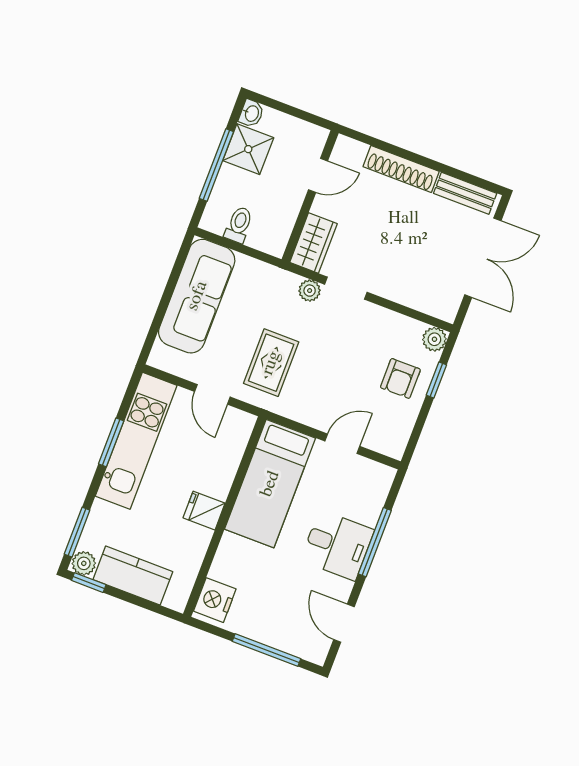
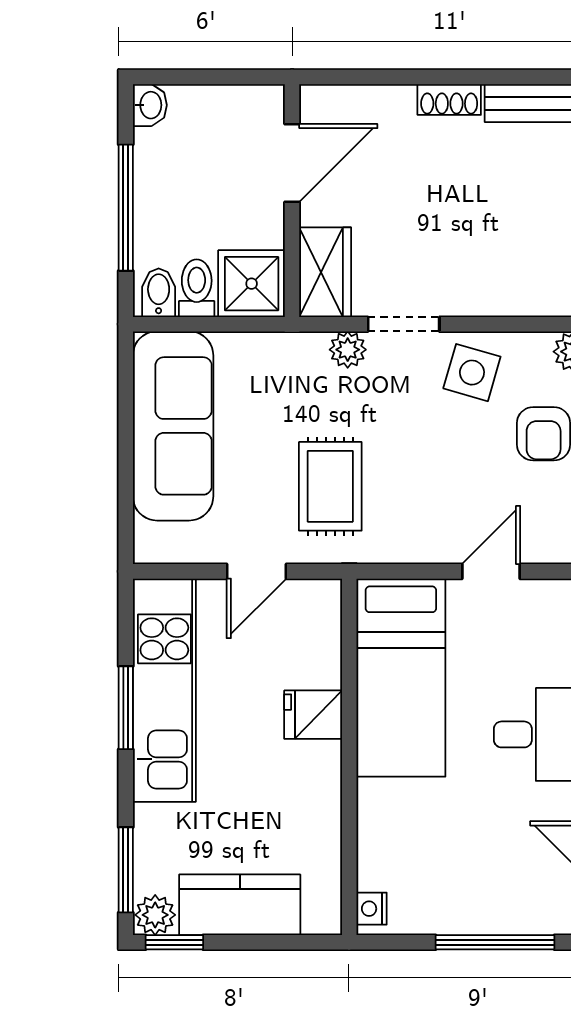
shower: (248, 149) -> (252, 284), moved
shoe rack: (401, 169) -> (449, 99), width x0.51, depth x0.81
door: (318, 175) -> (292, 163), width x1.38
bidet: (217, 219) -> (159, 293), added
side table: (374, 329) -> (472, 373), added
door: (212, 394) -> (256, 571), hinge flipped
fridge: (204, 511) -> (313, 715), moved
nightstand: (215, 600) -> (371, 909), width x0.53, depth x0.56

